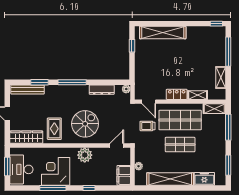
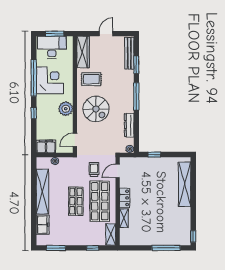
window: (132, 46) -> (154, 154), moved
shelving: (221, 77) -> (141, 241), removed
window: (228, 127) -> (93, 248), width x0.46
door: (117, 146) -> (75, 140), swing flipped
window: (53, 188) -> (34, 78), width x1.46

